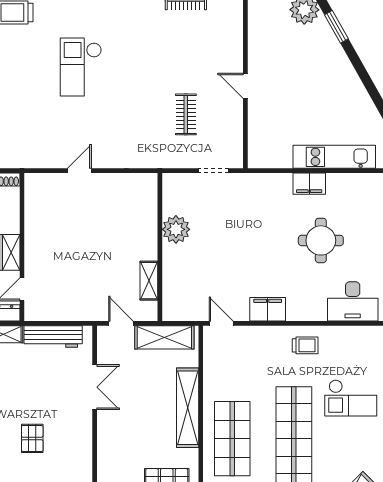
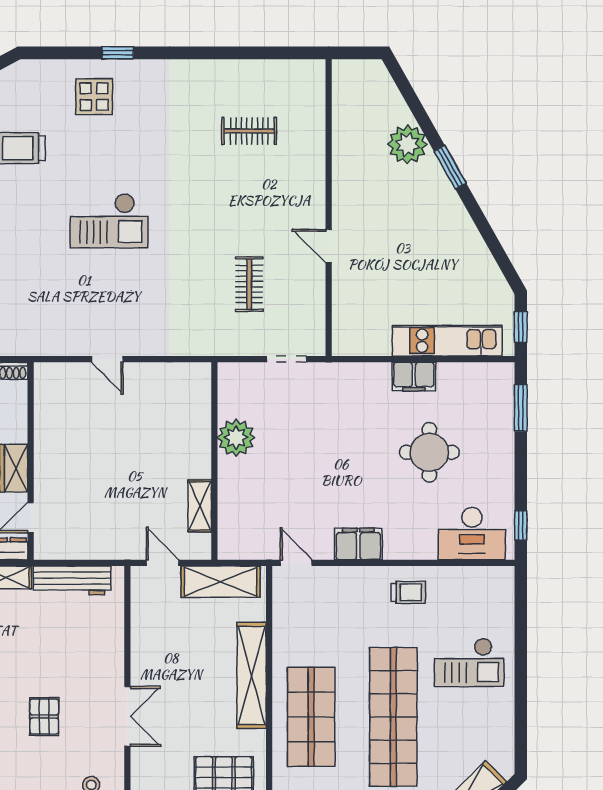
checkout: (81, 67) -> (109, 221), turned -90
door: (79, 171) -> (107, 359), swing flipped
double door: (95, 387) -> (127, 716), moved

